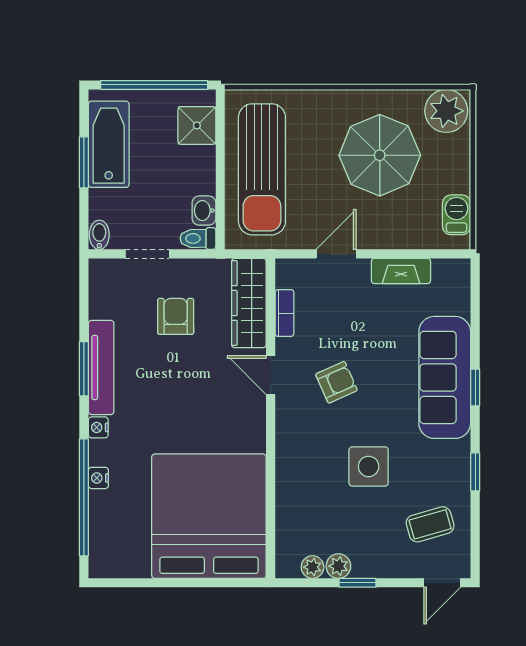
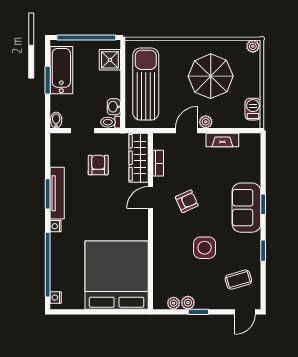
plant: (446, 111) -> (253, 46), width x0.53, depth x0.53
sun lounger: (262, 169) -> (146, 84), turned 180
plant: (371, 238) -> (206, 122), added
door: (271, 375) -> (151, 197), hinge flipped
sofa: (445, 377) -> (246, 208), width x0.73
nightstand: (98, 478) -> (56, 298), moved

